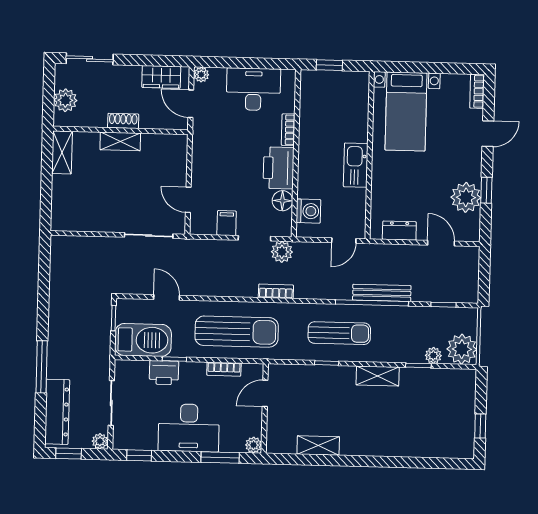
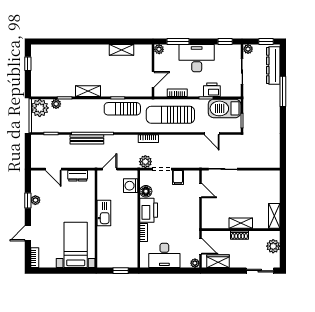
plant: (466, 197) -> (35, 200), width x0.53, depth x0.53
sun lounger: (339, 333) -> (122, 109), moved

